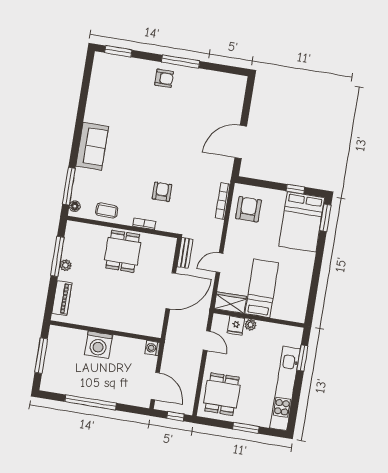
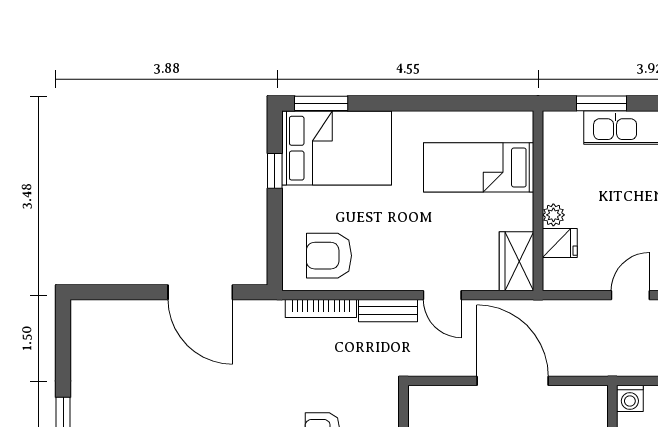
bench: (185, 253) -> (388, 311), moved
bed: (262, 288) -> (479, 167), moved
door: (207, 341) -> (630, 295), moved

